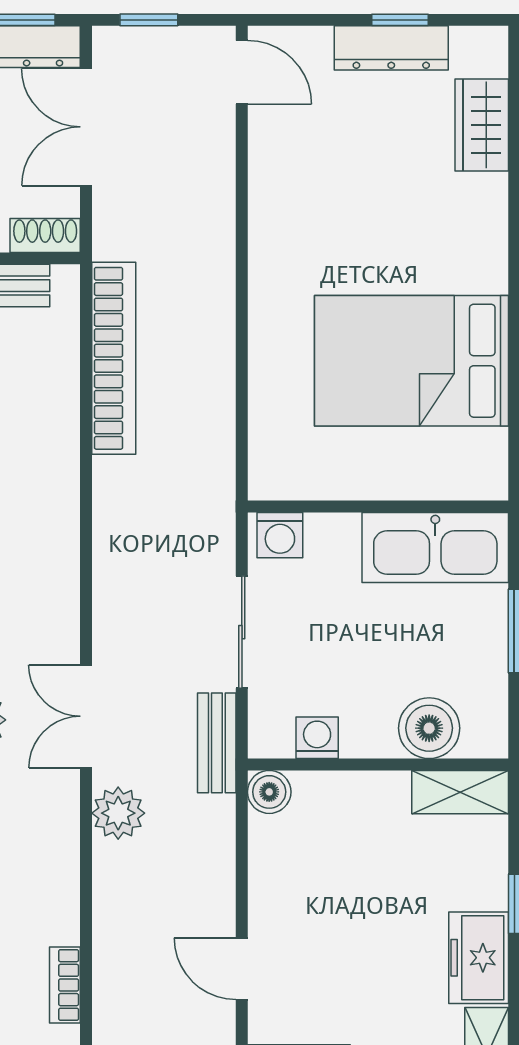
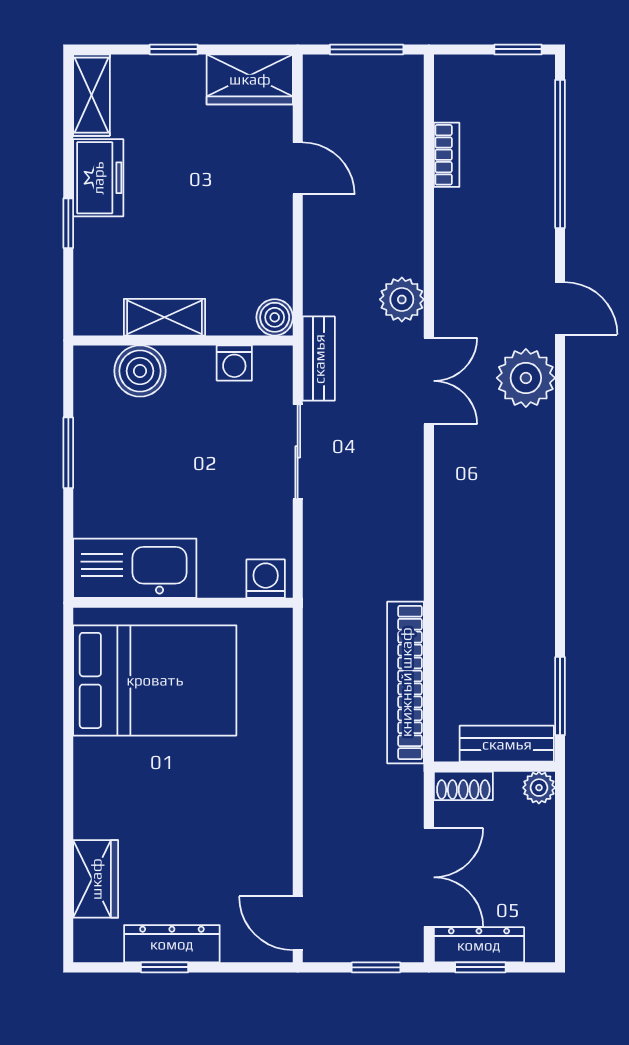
wall: (378, 507) -> (183, 603), moved
washing machine: (280, 535) -> (266, 579), moved
kitchen sink: (435, 548) -> (135, 568), moved
shelving: (460, 792) -> (165, 317), moved

